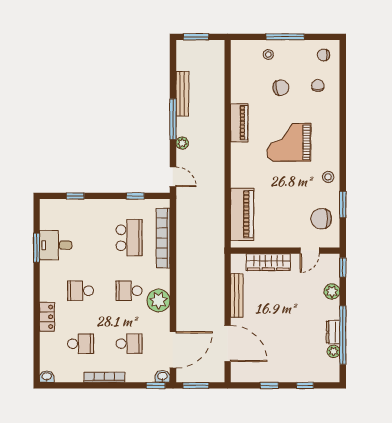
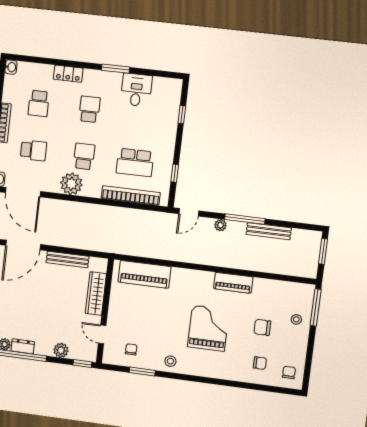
window: (285, 37) -> (316, 307), moved
chair: (281, 88) -> (262, 327), turned 101
chair: (321, 219) -> (131, 349), width x0.54, depth x0.54
window: (37, 248) -> (115, 69), moved
school desk: (129, 344) -> (33, 150), turned -90

